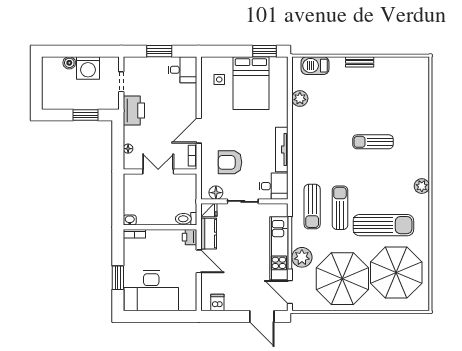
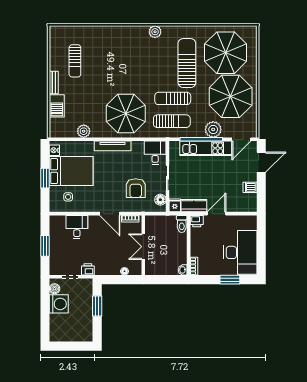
window: (264, 51) -> (45, 178), moved
boiler: (69, 63) -> (55, 289), moved
nightstand: (277, 63) -> (54, 150), added
barbecue: (315, 66) -> (57, 106), moved
desk: (182, 70) -> (77, 227), moved
printer: (134, 111) -> (88, 269), width x0.53, depth x0.68
sun lounger: (373, 142) -> (75, 61), moved
tv unit: (282, 149) -> (113, 146), moved
parasol: (322, 150) -> (126, 114), added
dishwasher: (217, 302) -> (250, 187), moved

